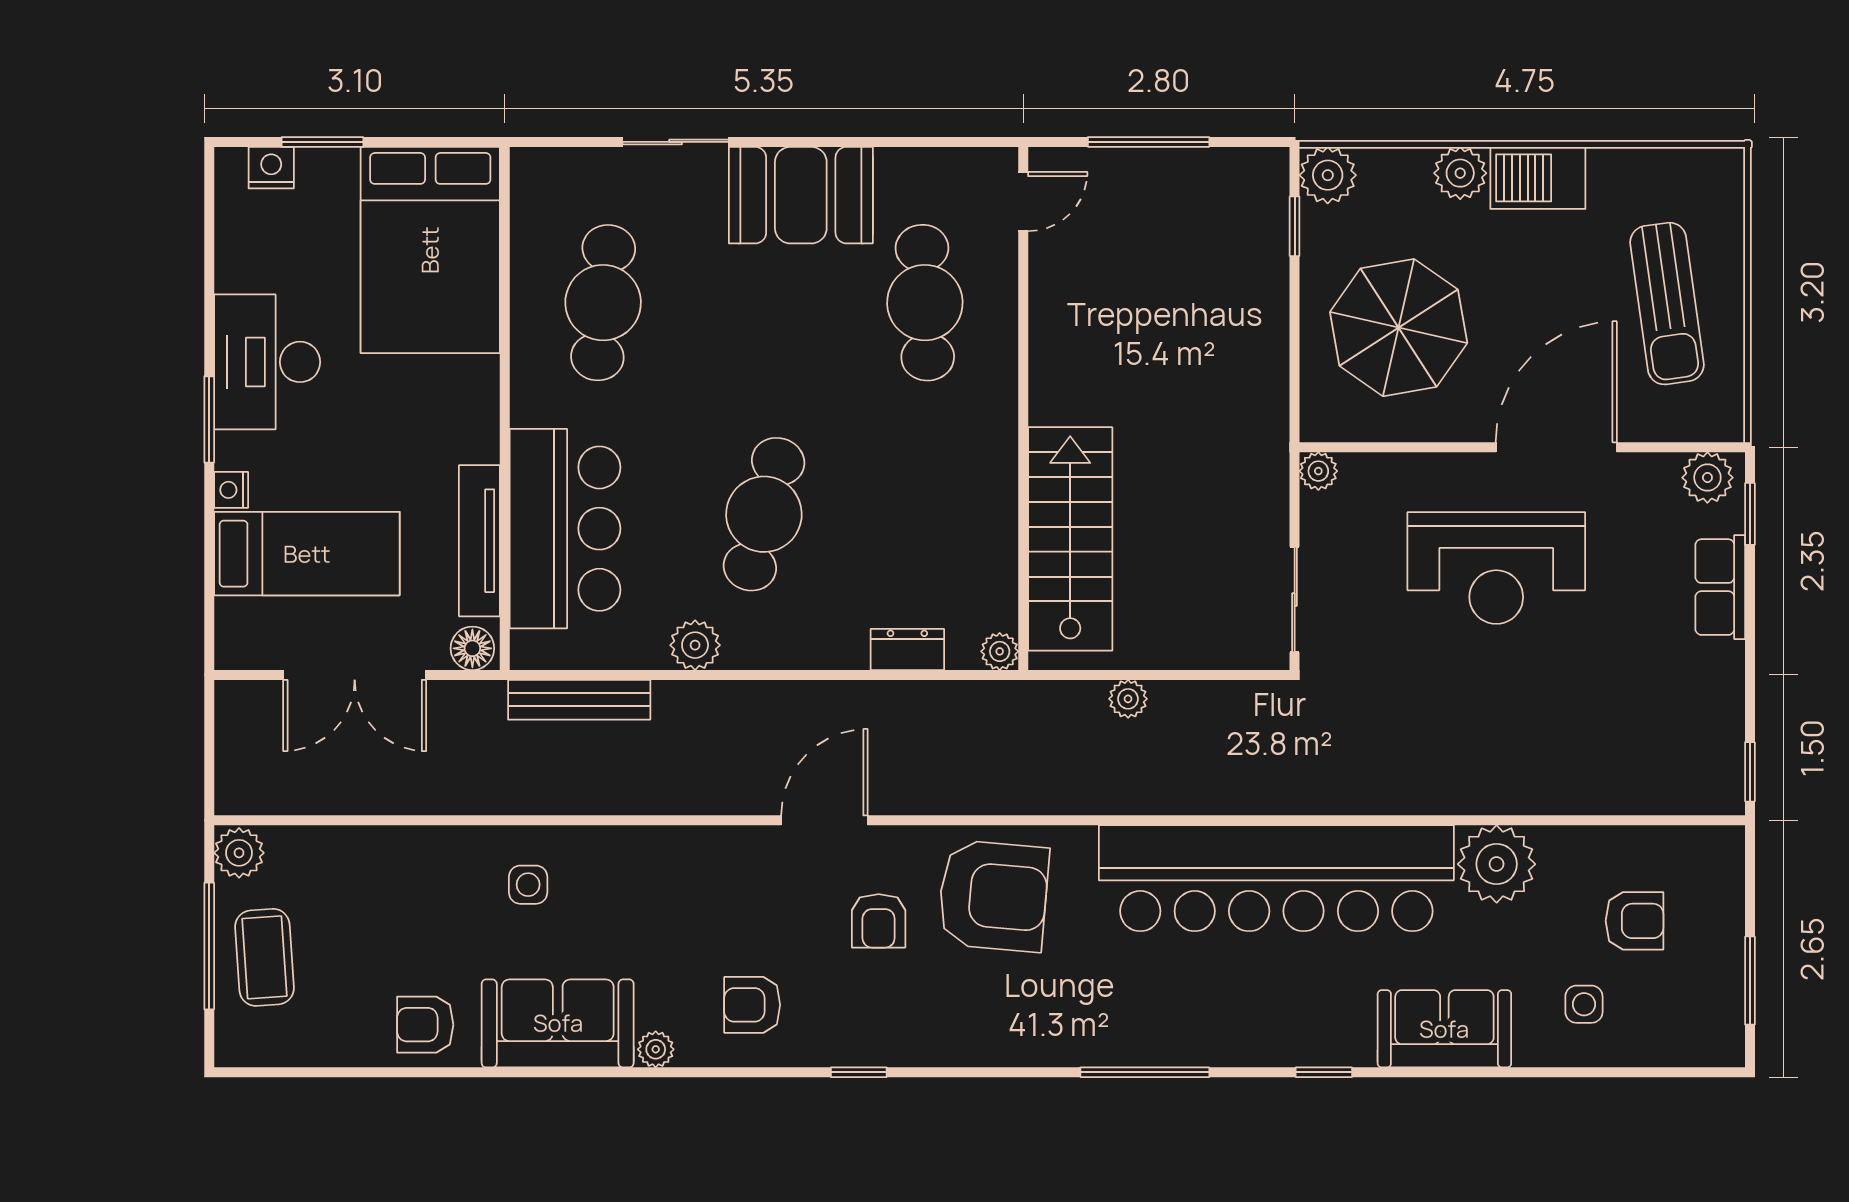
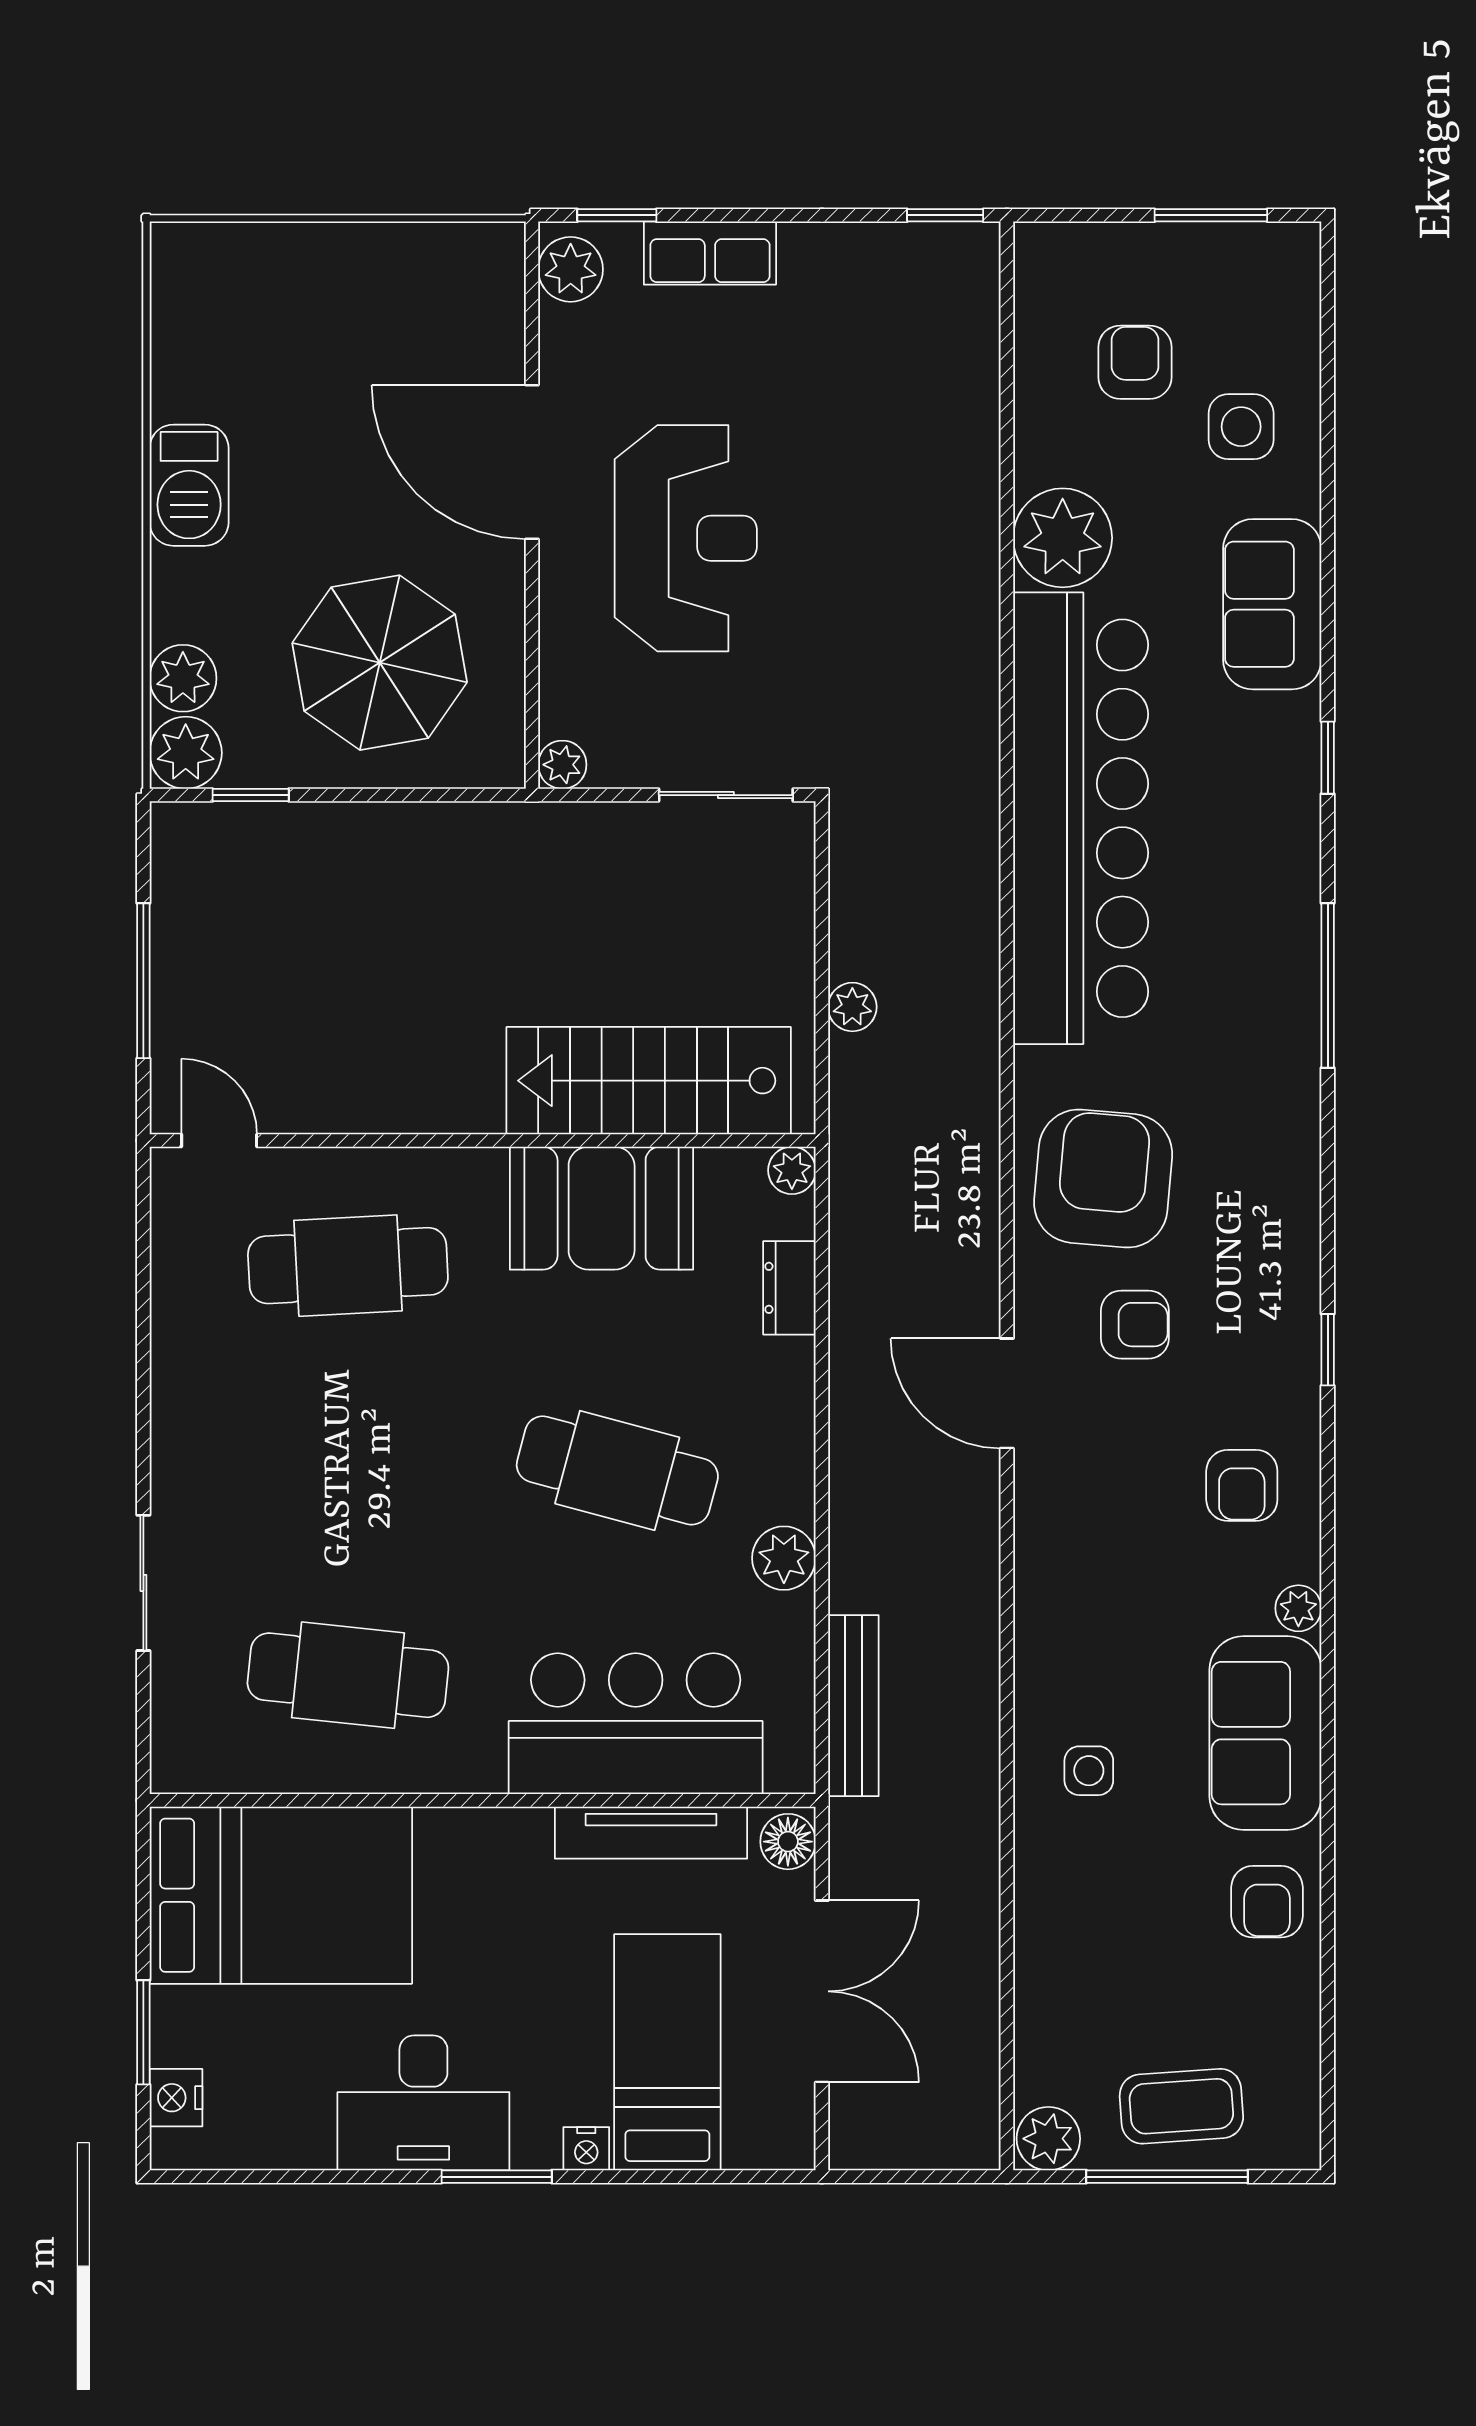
plant: (1460, 173) -> (183, 678), moved
booth: (801, 195) -> (602, 1208), moved, turned 90
sun lounger: (1667, 304) -> (349, 321), removed
side table: (1584, 1004) -> (1241, 427), width x1.37, depth x1.37

